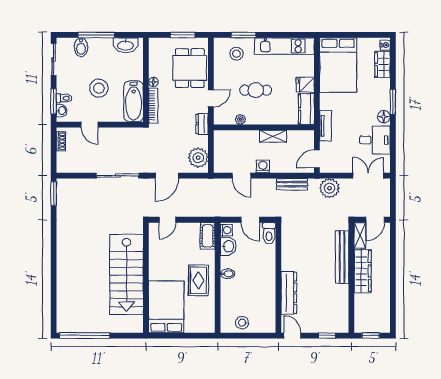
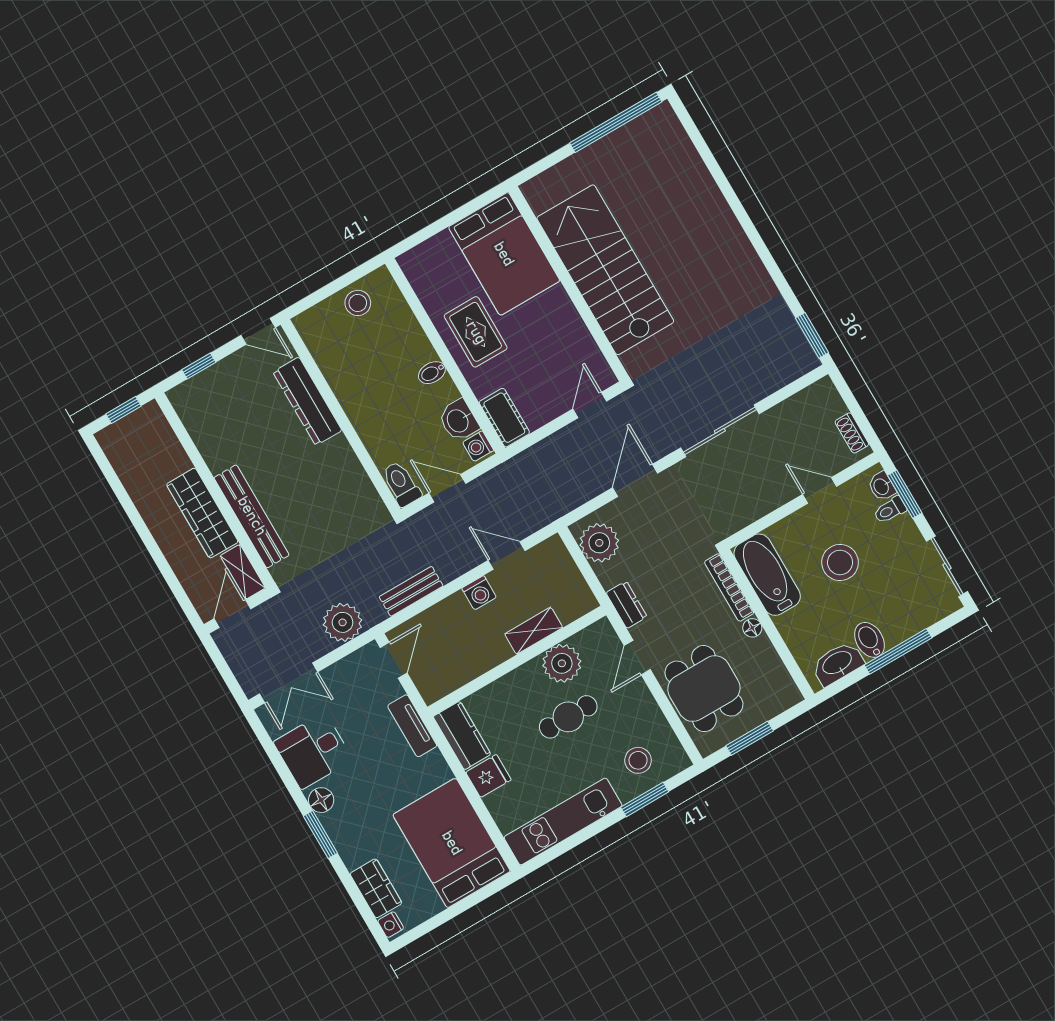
bidet: (81, 47) -> (869, 640), moved
plant: (240, 119) -> (562, 663), width x1.88, depth x1.88
shelving: (273, 136) -> (534, 631), moved

